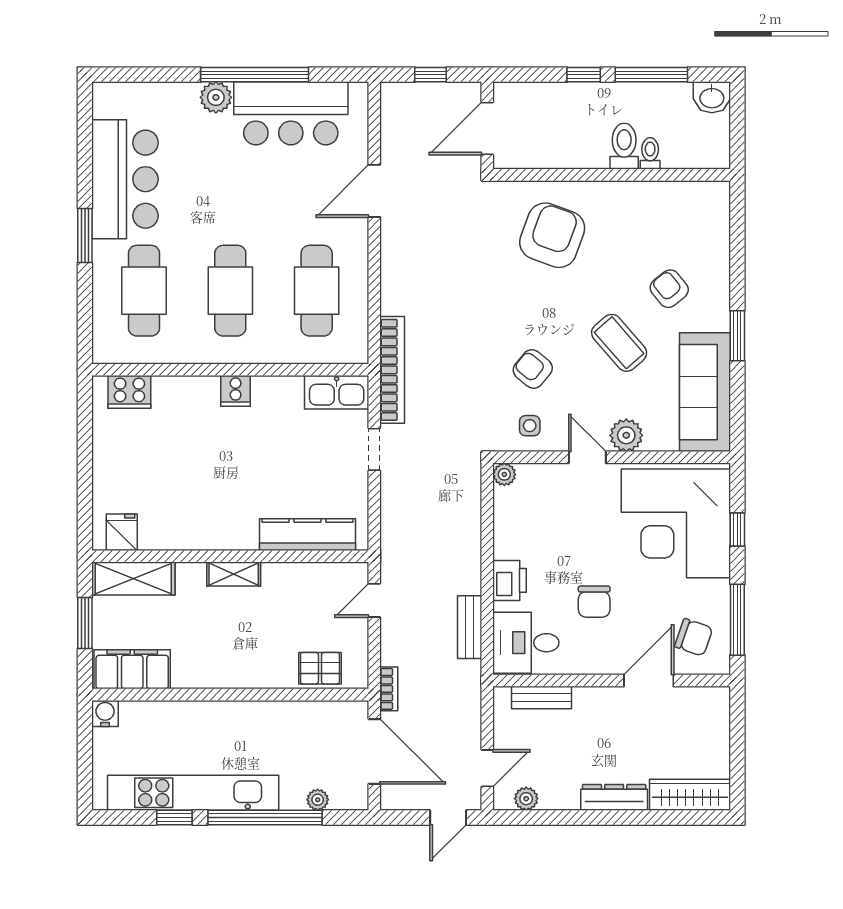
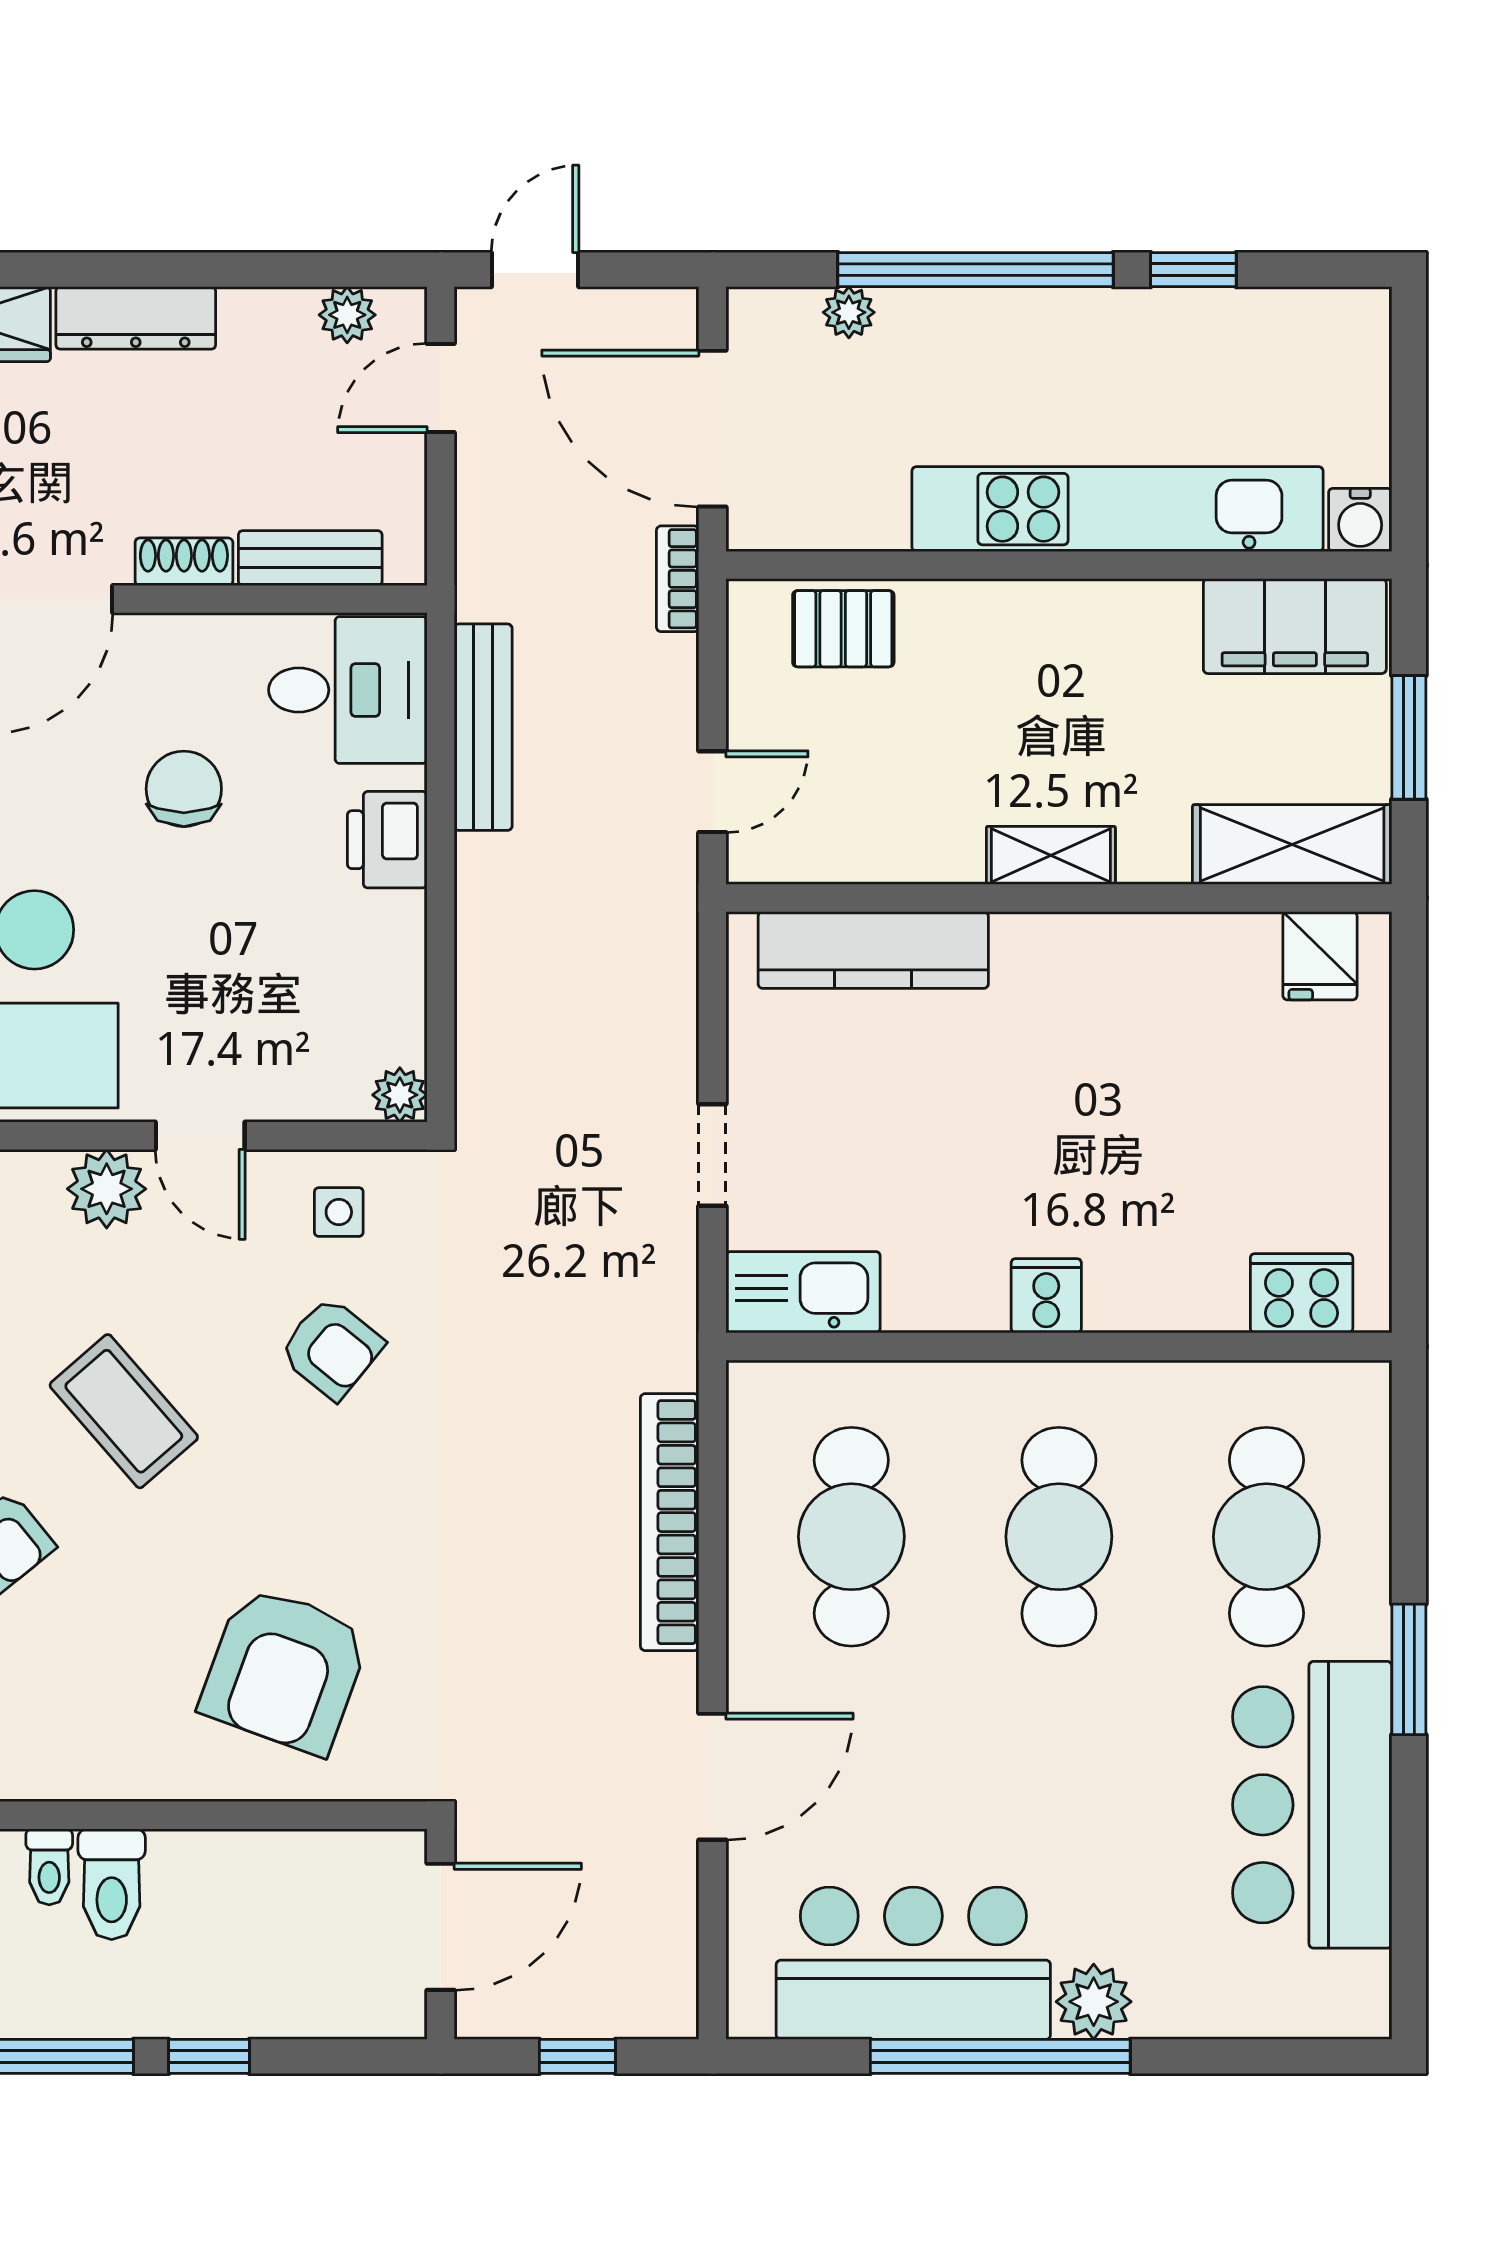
bookcase: (392, 370) -> (670, 1522), moved
bench: (470, 627) -> (483, 727), width x1.36
shoe rack: (594, 696) -> (184, 562), added
kitchen unit: (193, 793) -> (1118, 509), moved, turned 180

